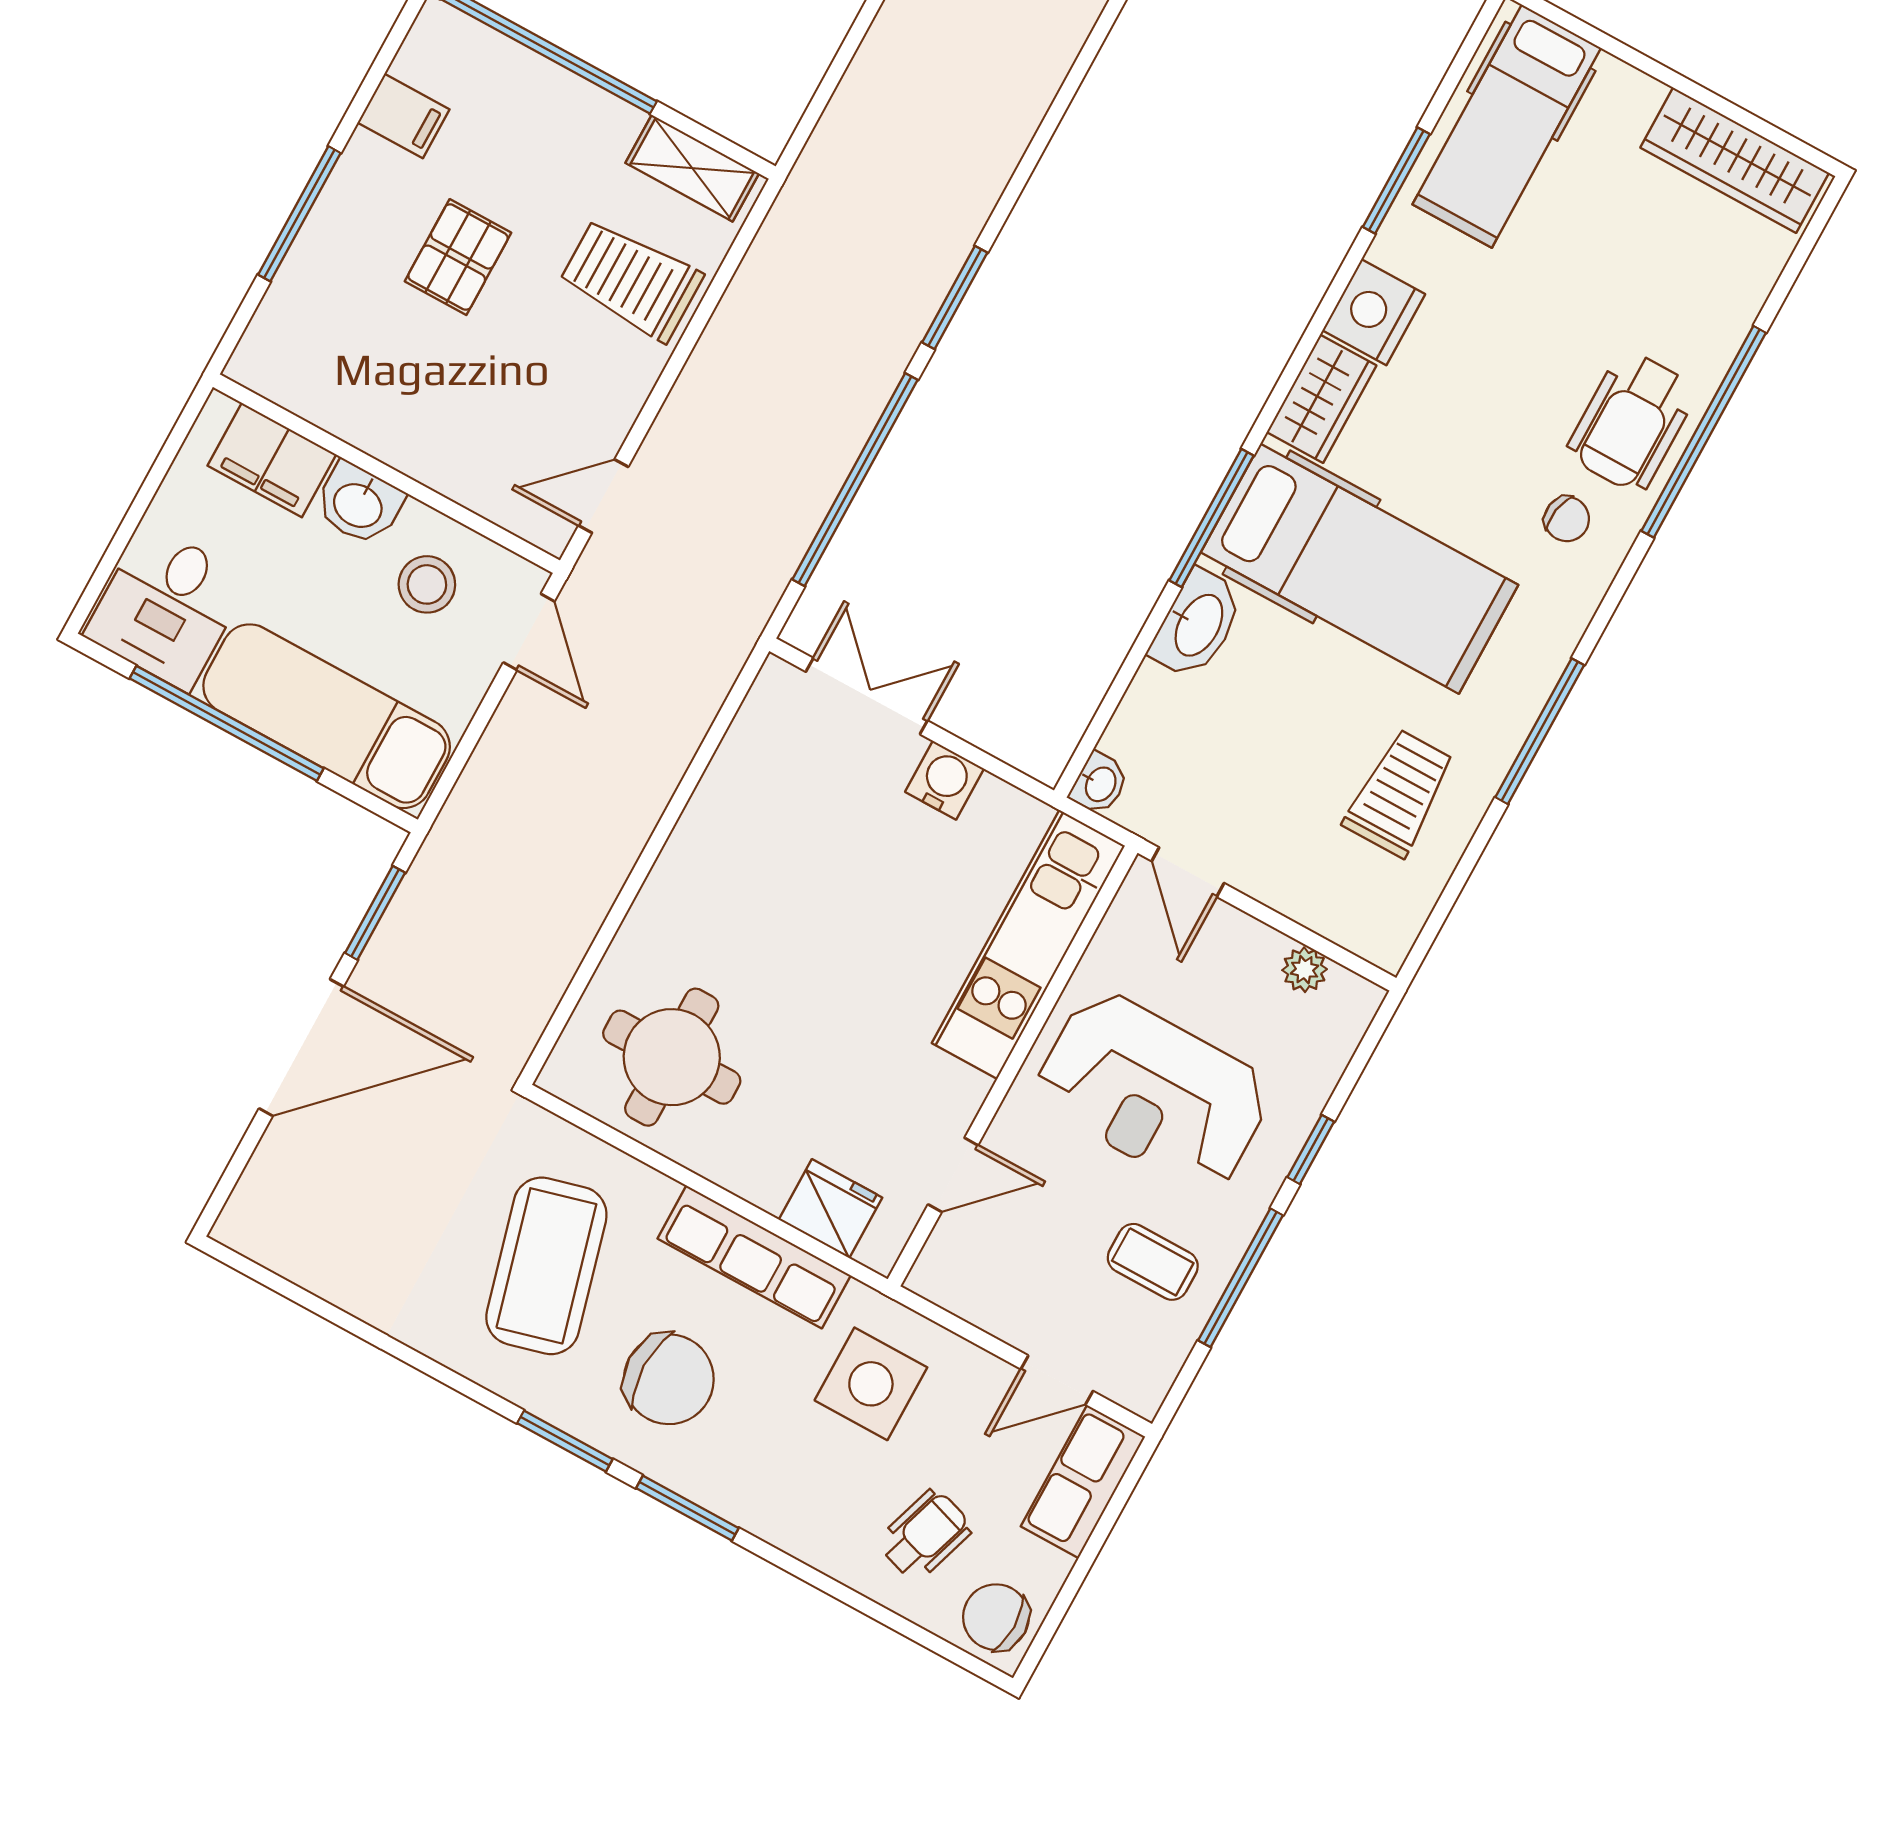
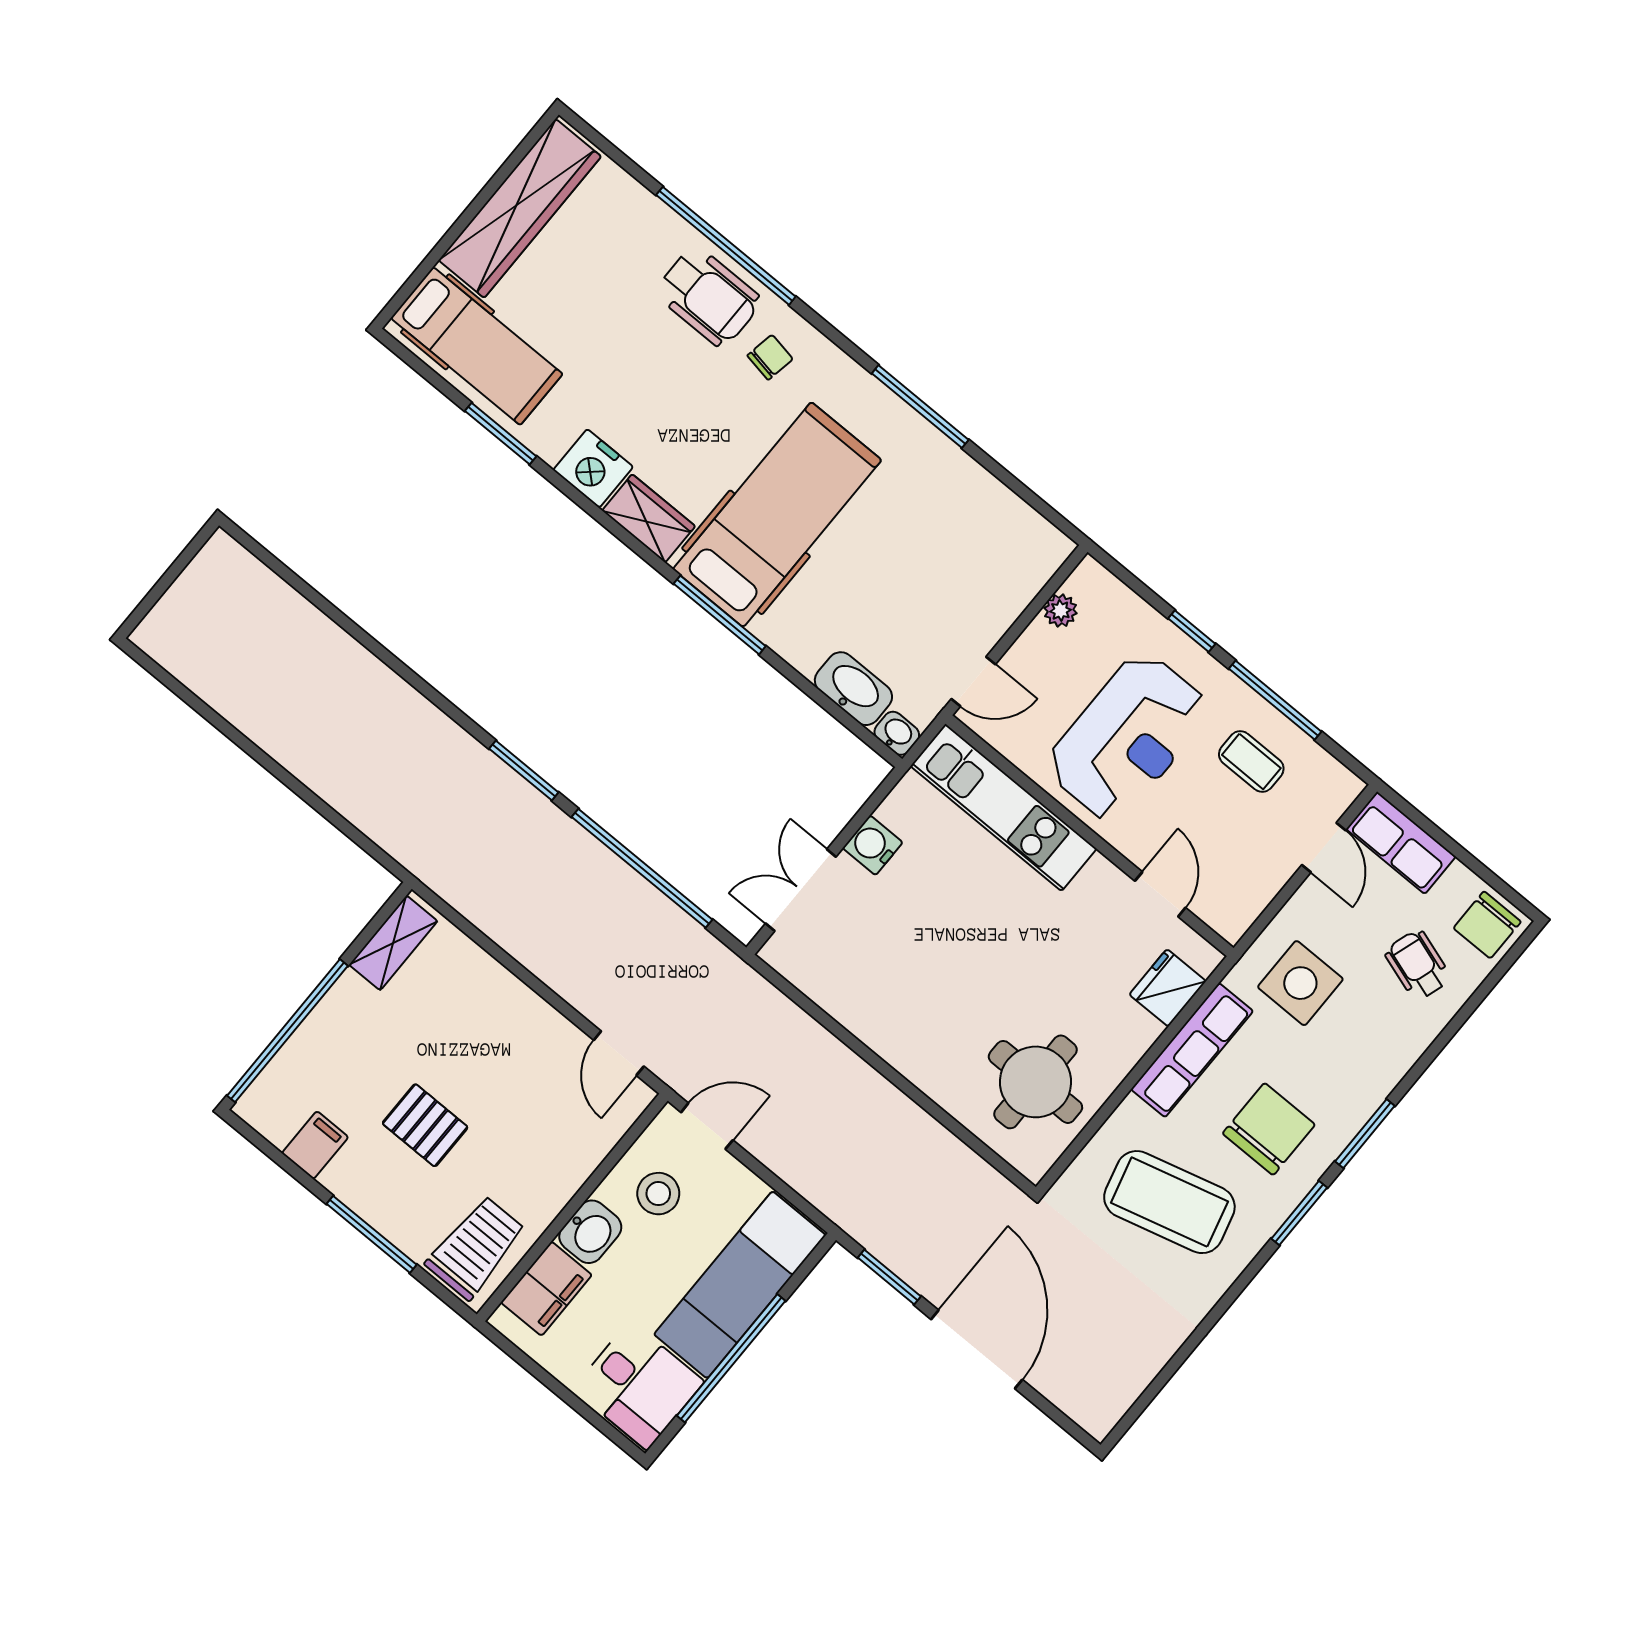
wardrobe: (1735, 160) -> (520, 208), width x1.40, depth x1.17
trolley: (631, 280) -> (476, 1248), moved, turned 180
washbasin: (1197, 624) -> (853, 689), moved
trolley: (1399, 793) -> (946, 517), removed
coffee table: (1153, 1262) -> (1251, 762), turned 90

